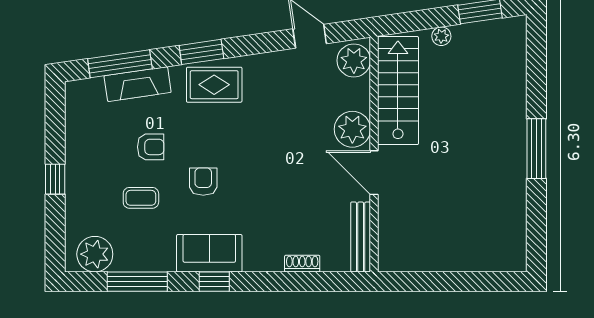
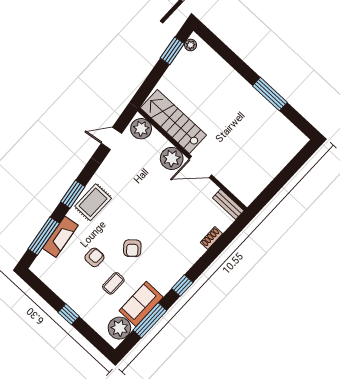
plant: (441, 36) -> (191, 45), moved
window: (536, 149) -> (270, 94), moved
armchair: (203, 182) -> (132, 248), turned -131
bench: (361, 237) -> (228, 204), width x0.73
sofa: (209, 253) -> (141, 304), moved

